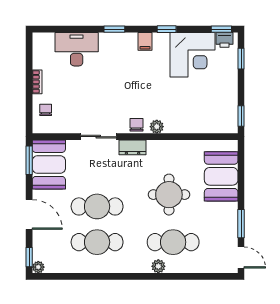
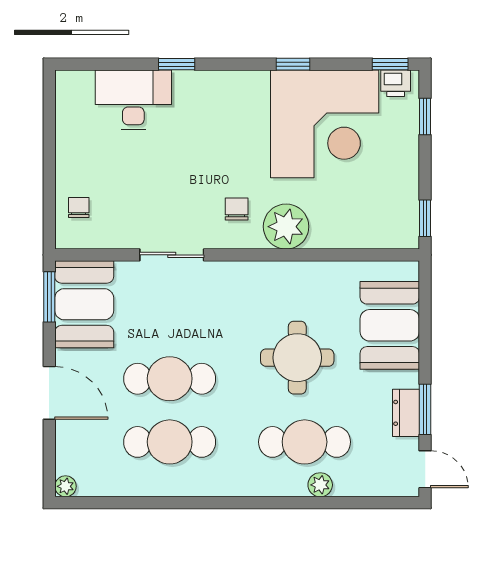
window: (114, 29) -> (177, 64), moved
filing cabinet: (145, 41) -> (255, 86), removed
corner desk: (192, 55) -> (325, 124), width x1.36, depth x1.36
bookcase: (37, 82) -> (63, 158), removed
chair: (136, 125) -> (237, 209), moved
plant: (157, 127) -> (286, 227), width x1.87, depth x1.87
dresser: (133, 147) -> (406, 413), moved, turned 90
window: (29, 257) -> (49, 469), removed
plant: (158, 266) -> (320, 485), moved

